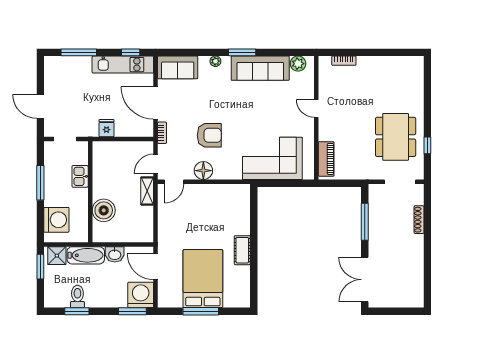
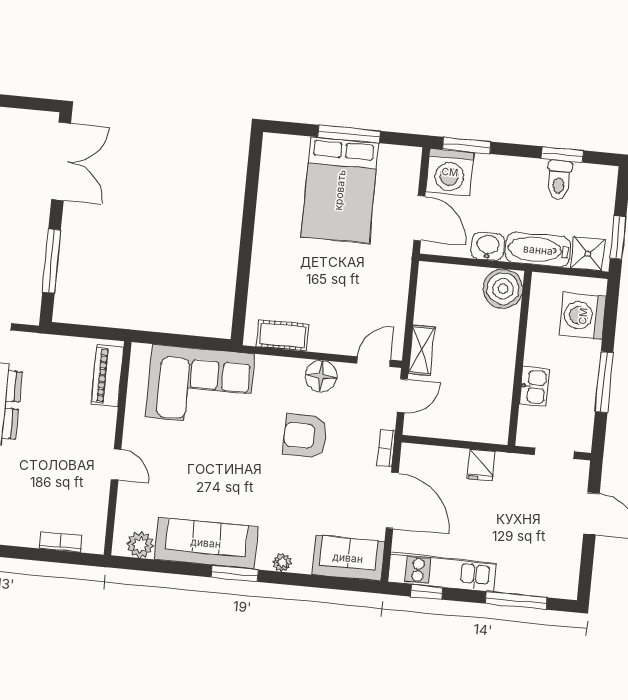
boiler: (104, 210) -> (503, 289), moved
cot: (242, 250) -> (283, 335), moved, turned 90

